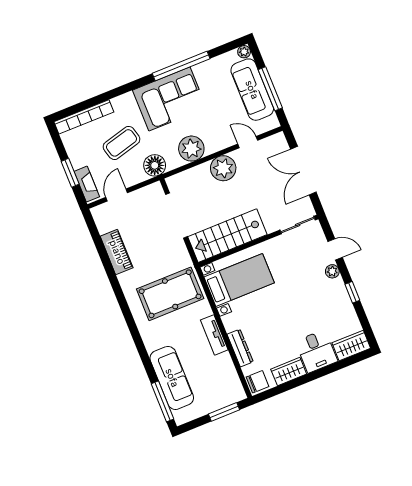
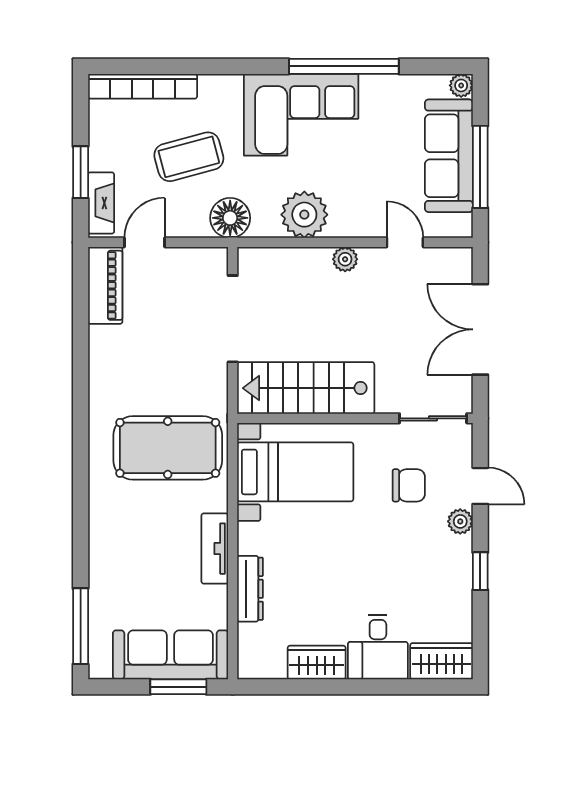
plant: (223, 168) -> (345, 259), width x0.53, depth x0.53
piano: (117, 252) -> (105, 285), moved
sofa: (172, 378) -> (170, 655), moved, turned -90
chair: (257, 382) -> (409, 485), moved

